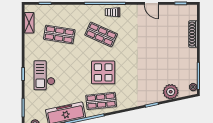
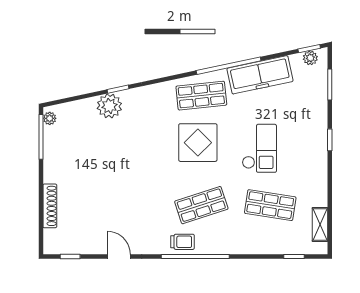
shop shelf: (101, 34) -> (201, 205), turned -42
checkout: (44, 75) -> (259, 148), moved
plant: (171, 92) -> (109, 106), moved

